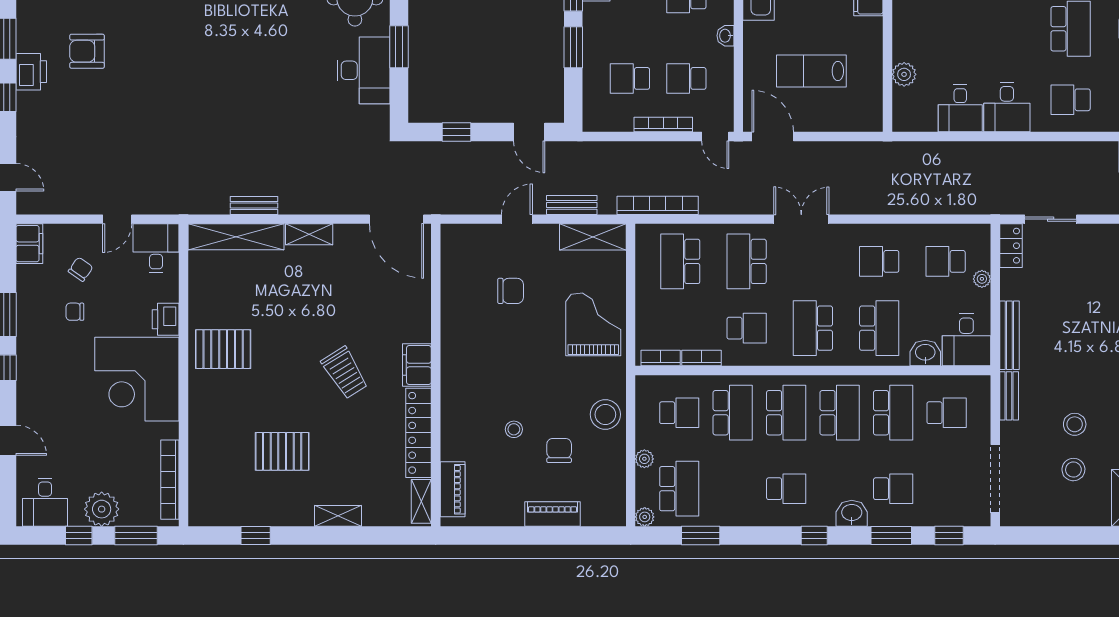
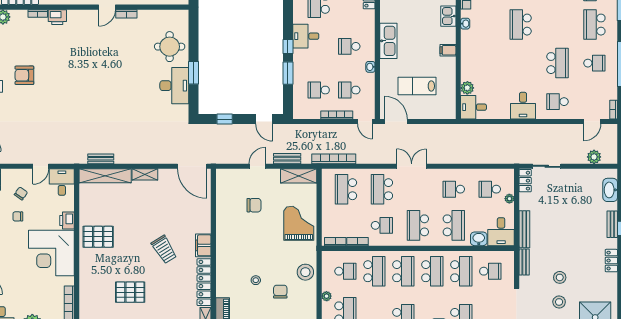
desk: (960, 108) -> (474, 107), moved, turned 90
bench: (254, 205) -> (101, 159), moved

